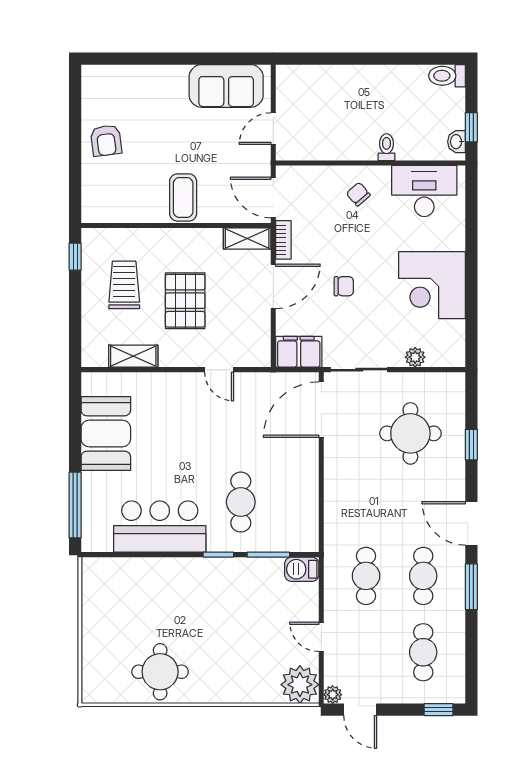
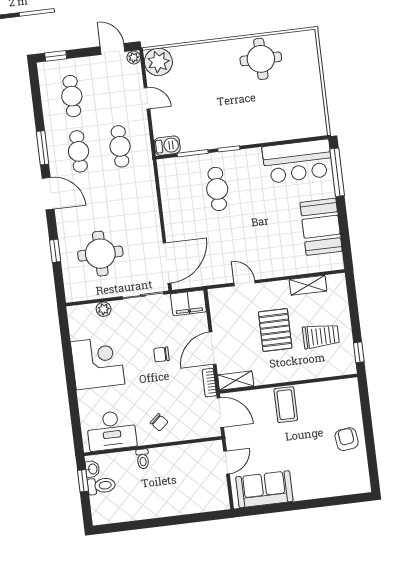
toilet: (447, 76) -> (101, 486), moved
trolley: (124, 285) -> (321, 336), turned -90
bar counter: (160, 527) -> (297, 161), moved

